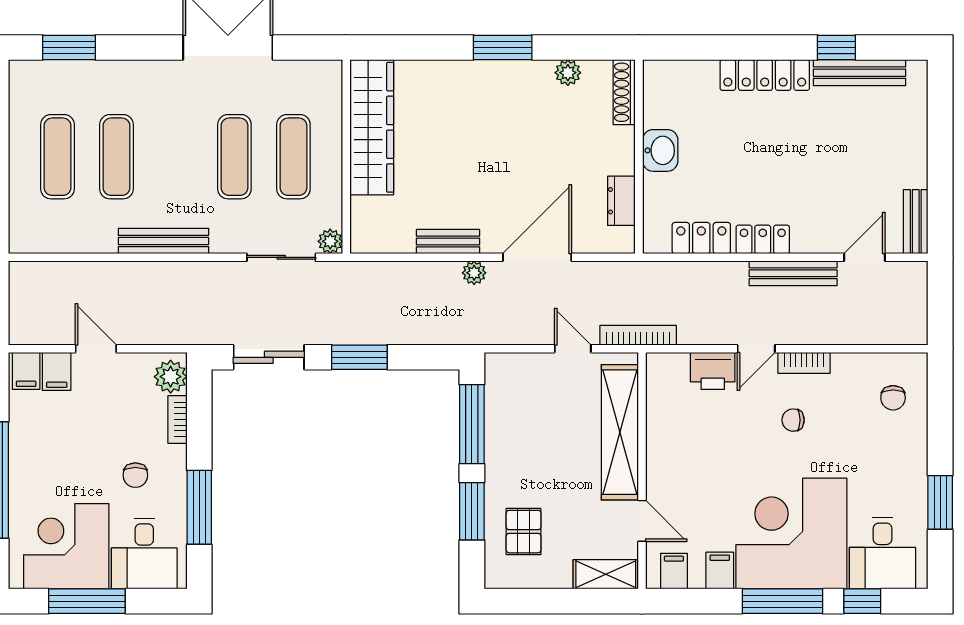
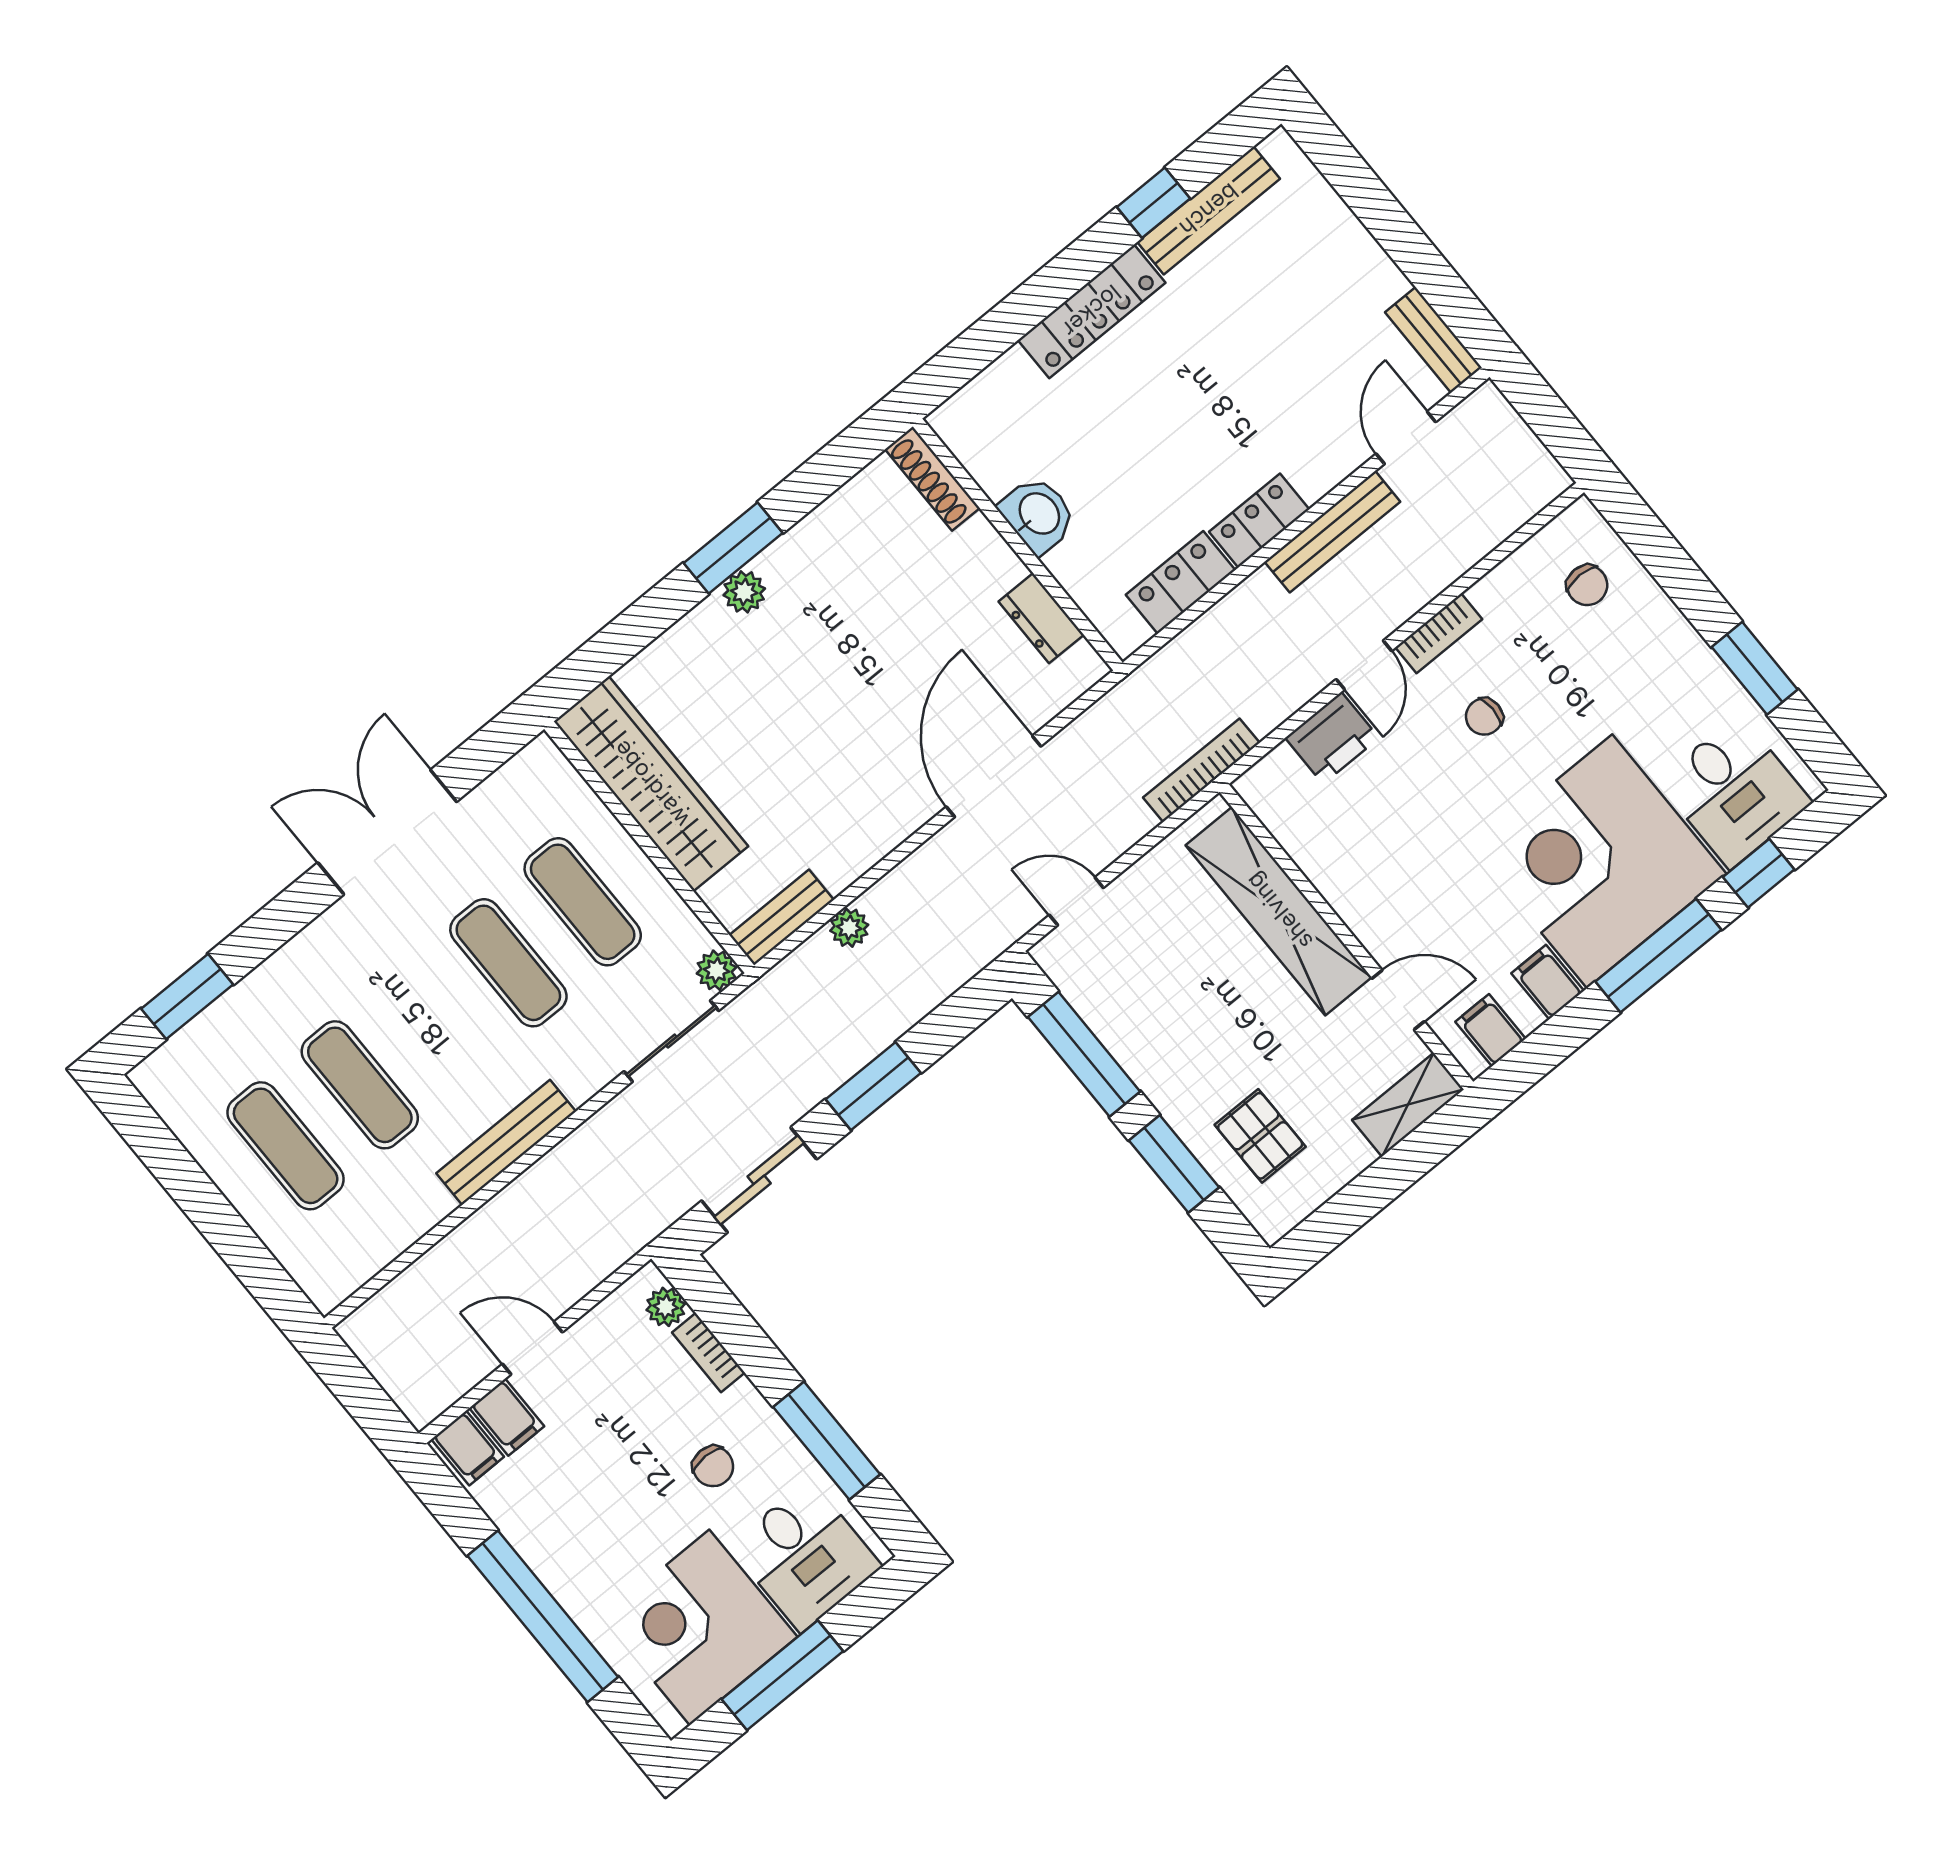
plant: (568, 73) -> (744, 592), moved
bench: (448, 242) -> (781, 917), moved
plant: (474, 273) -> (849, 928), moved
door: (573, 349) -> (1076, 901), moved
plant: (171, 377) -> (666, 1307), width x0.73, depth x0.73

